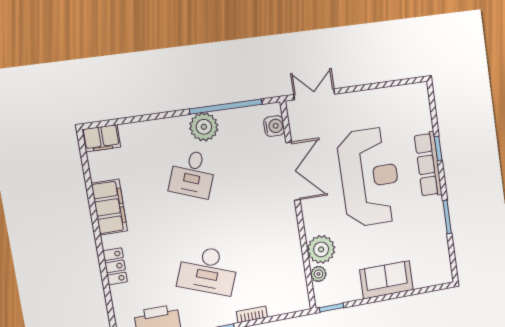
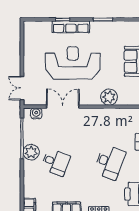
plant: (318, 274) -> (123, 101), removed

